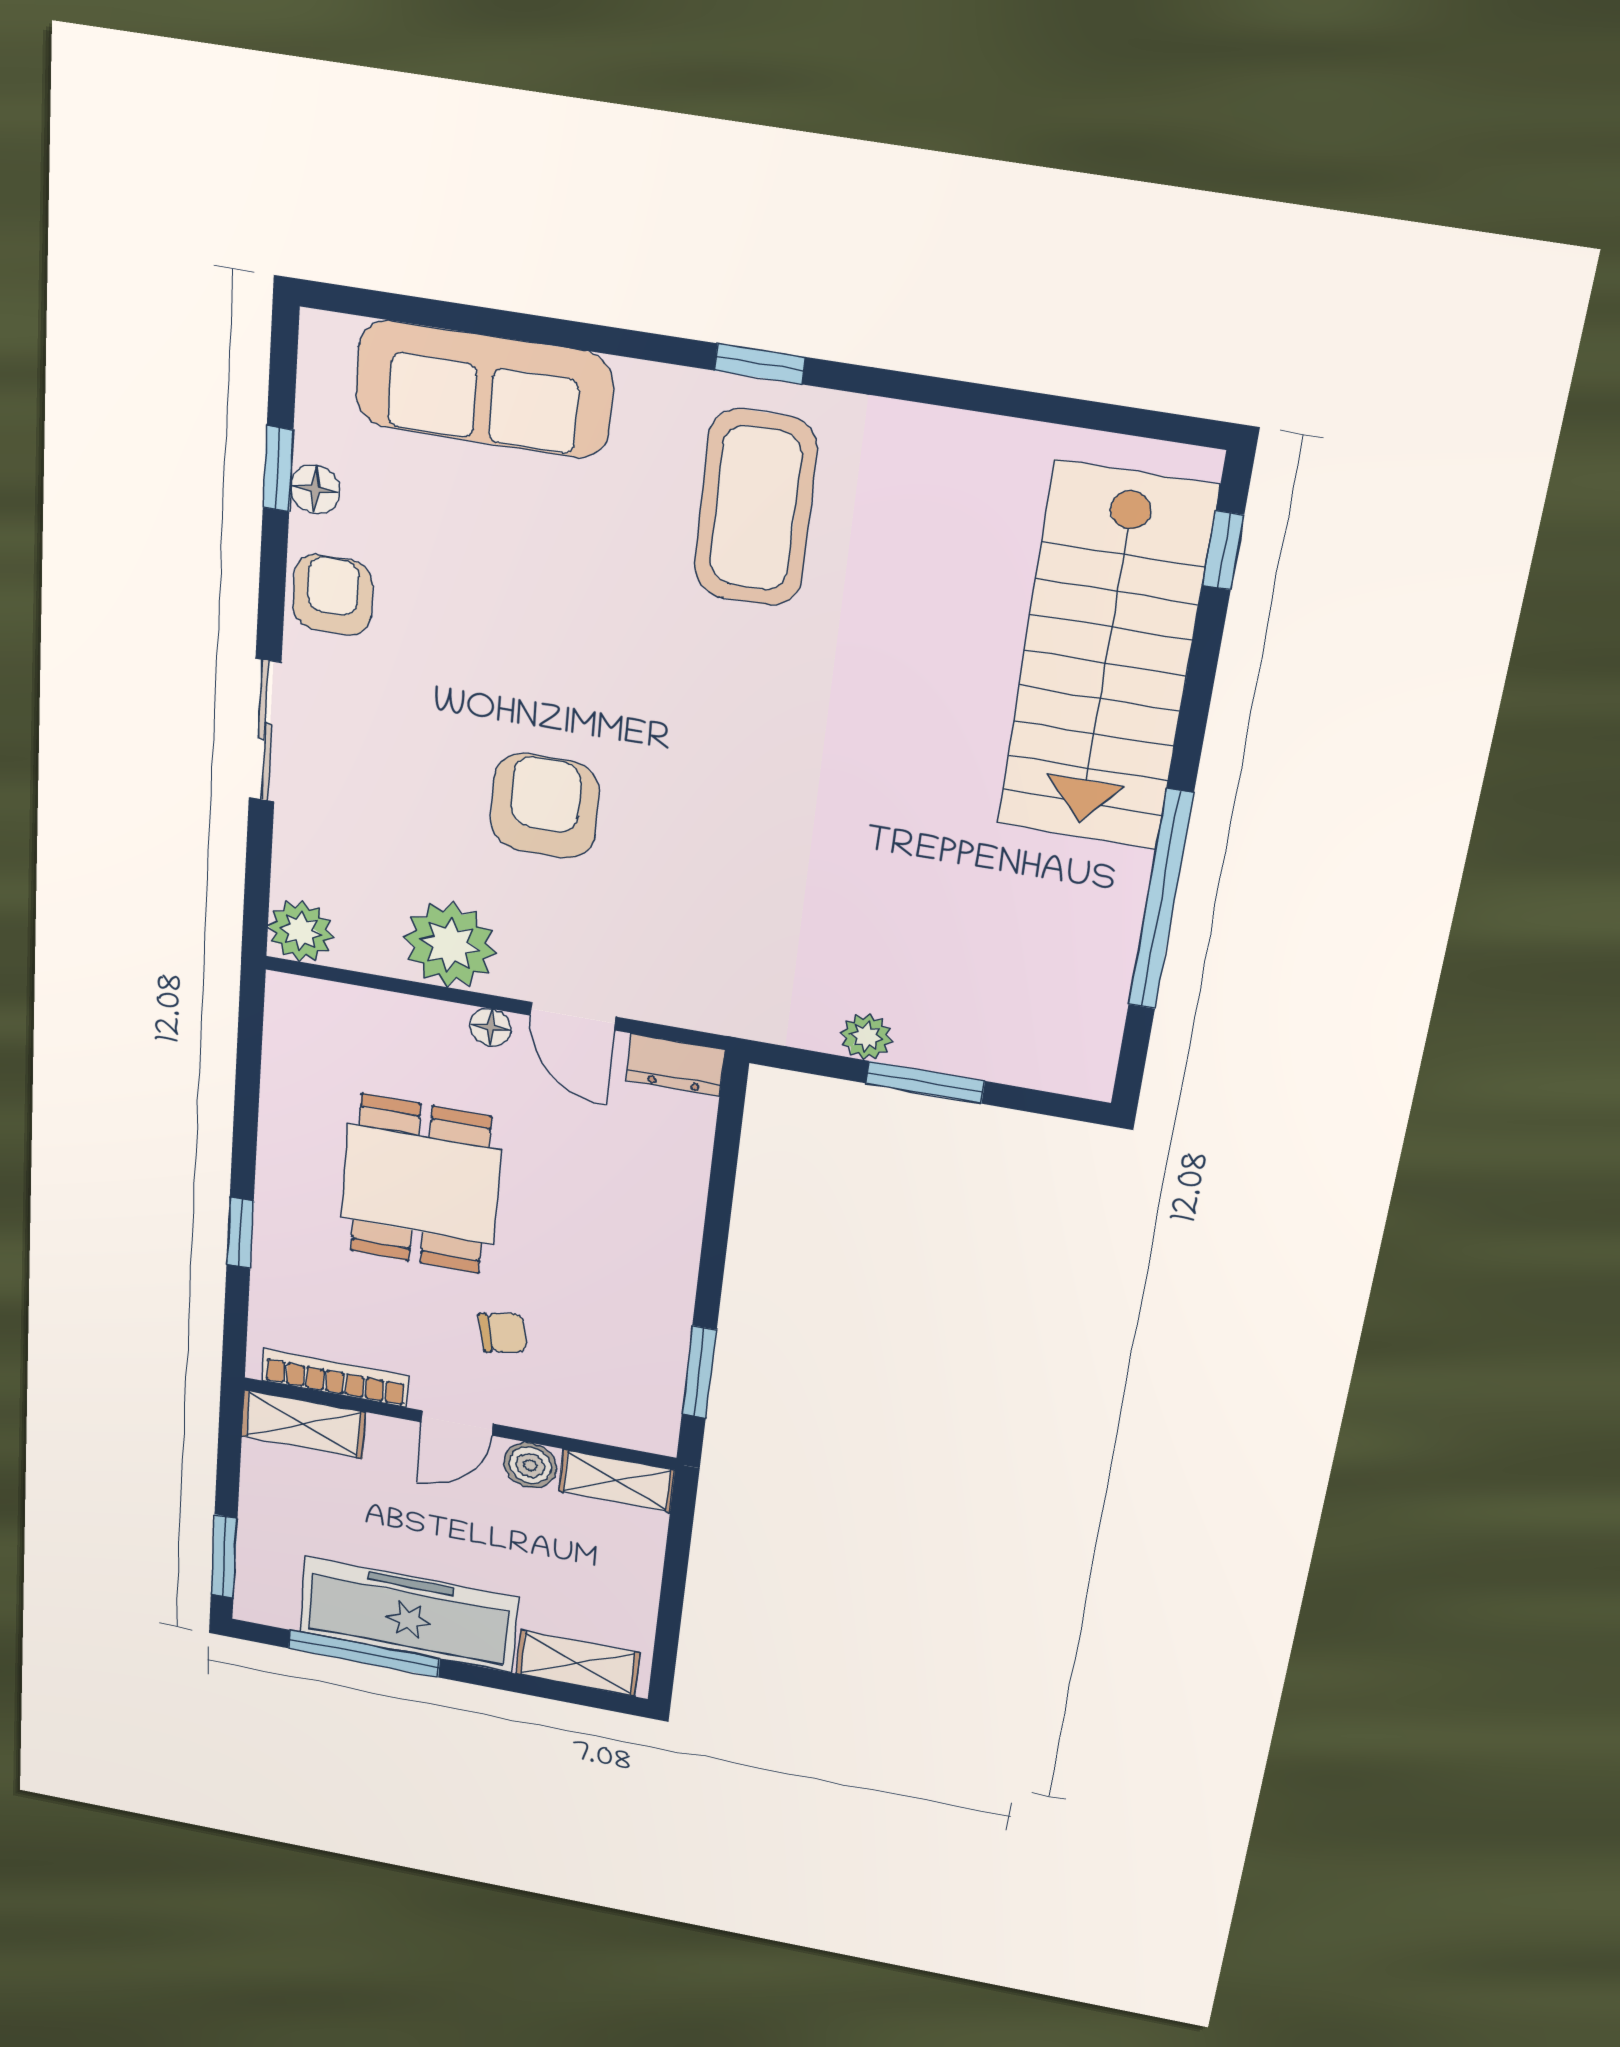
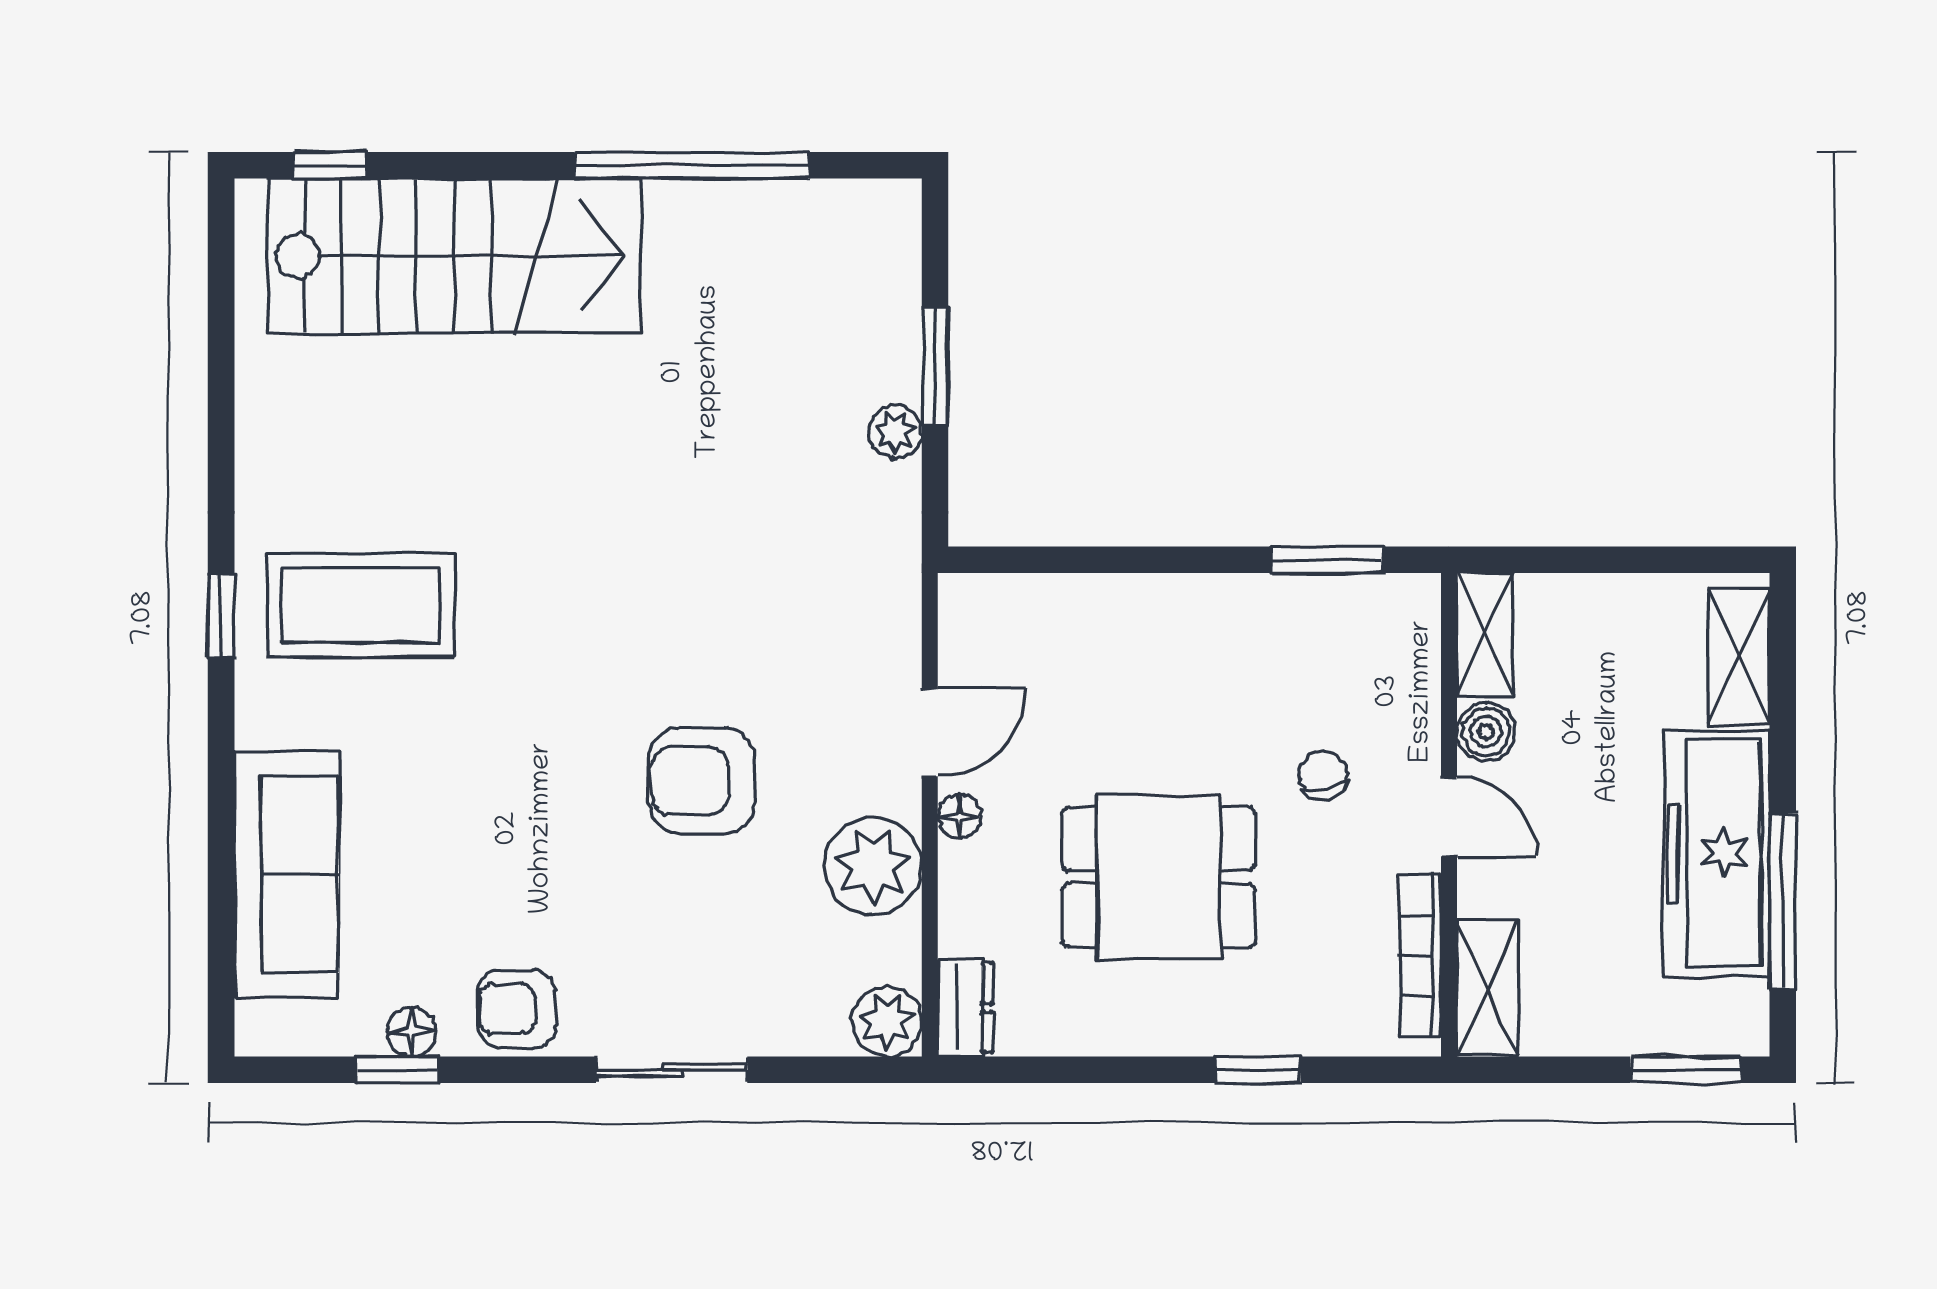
dresser: (675, 1065) -> (965, 1008), moved

